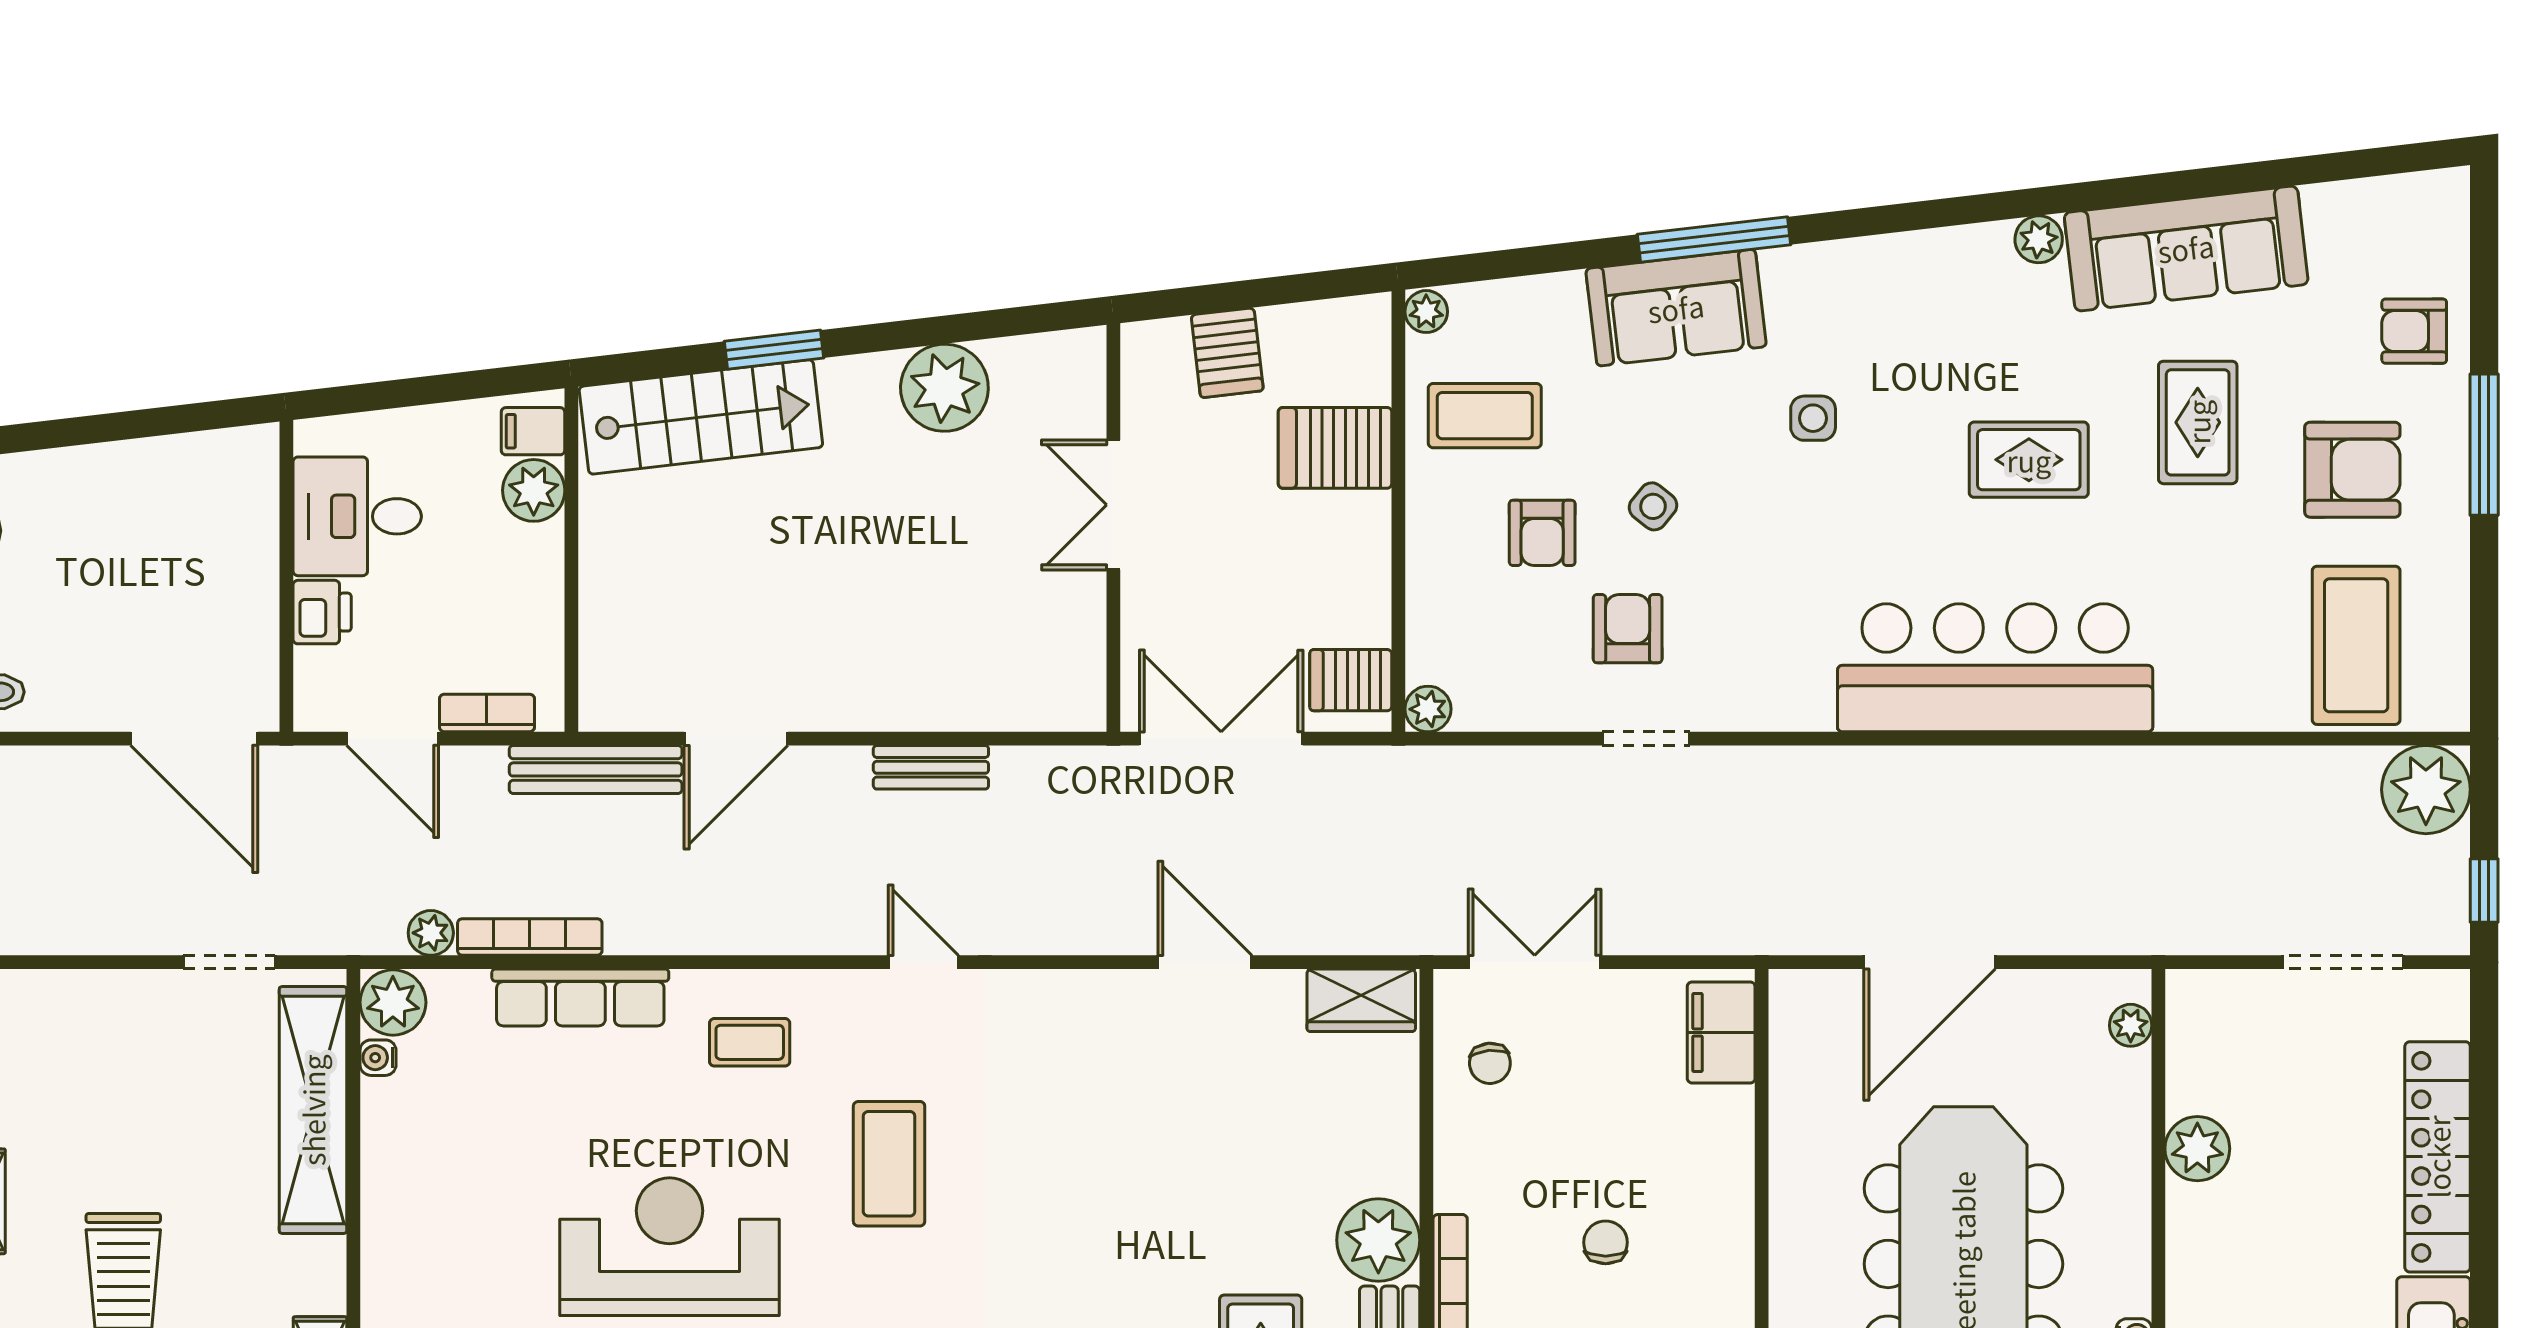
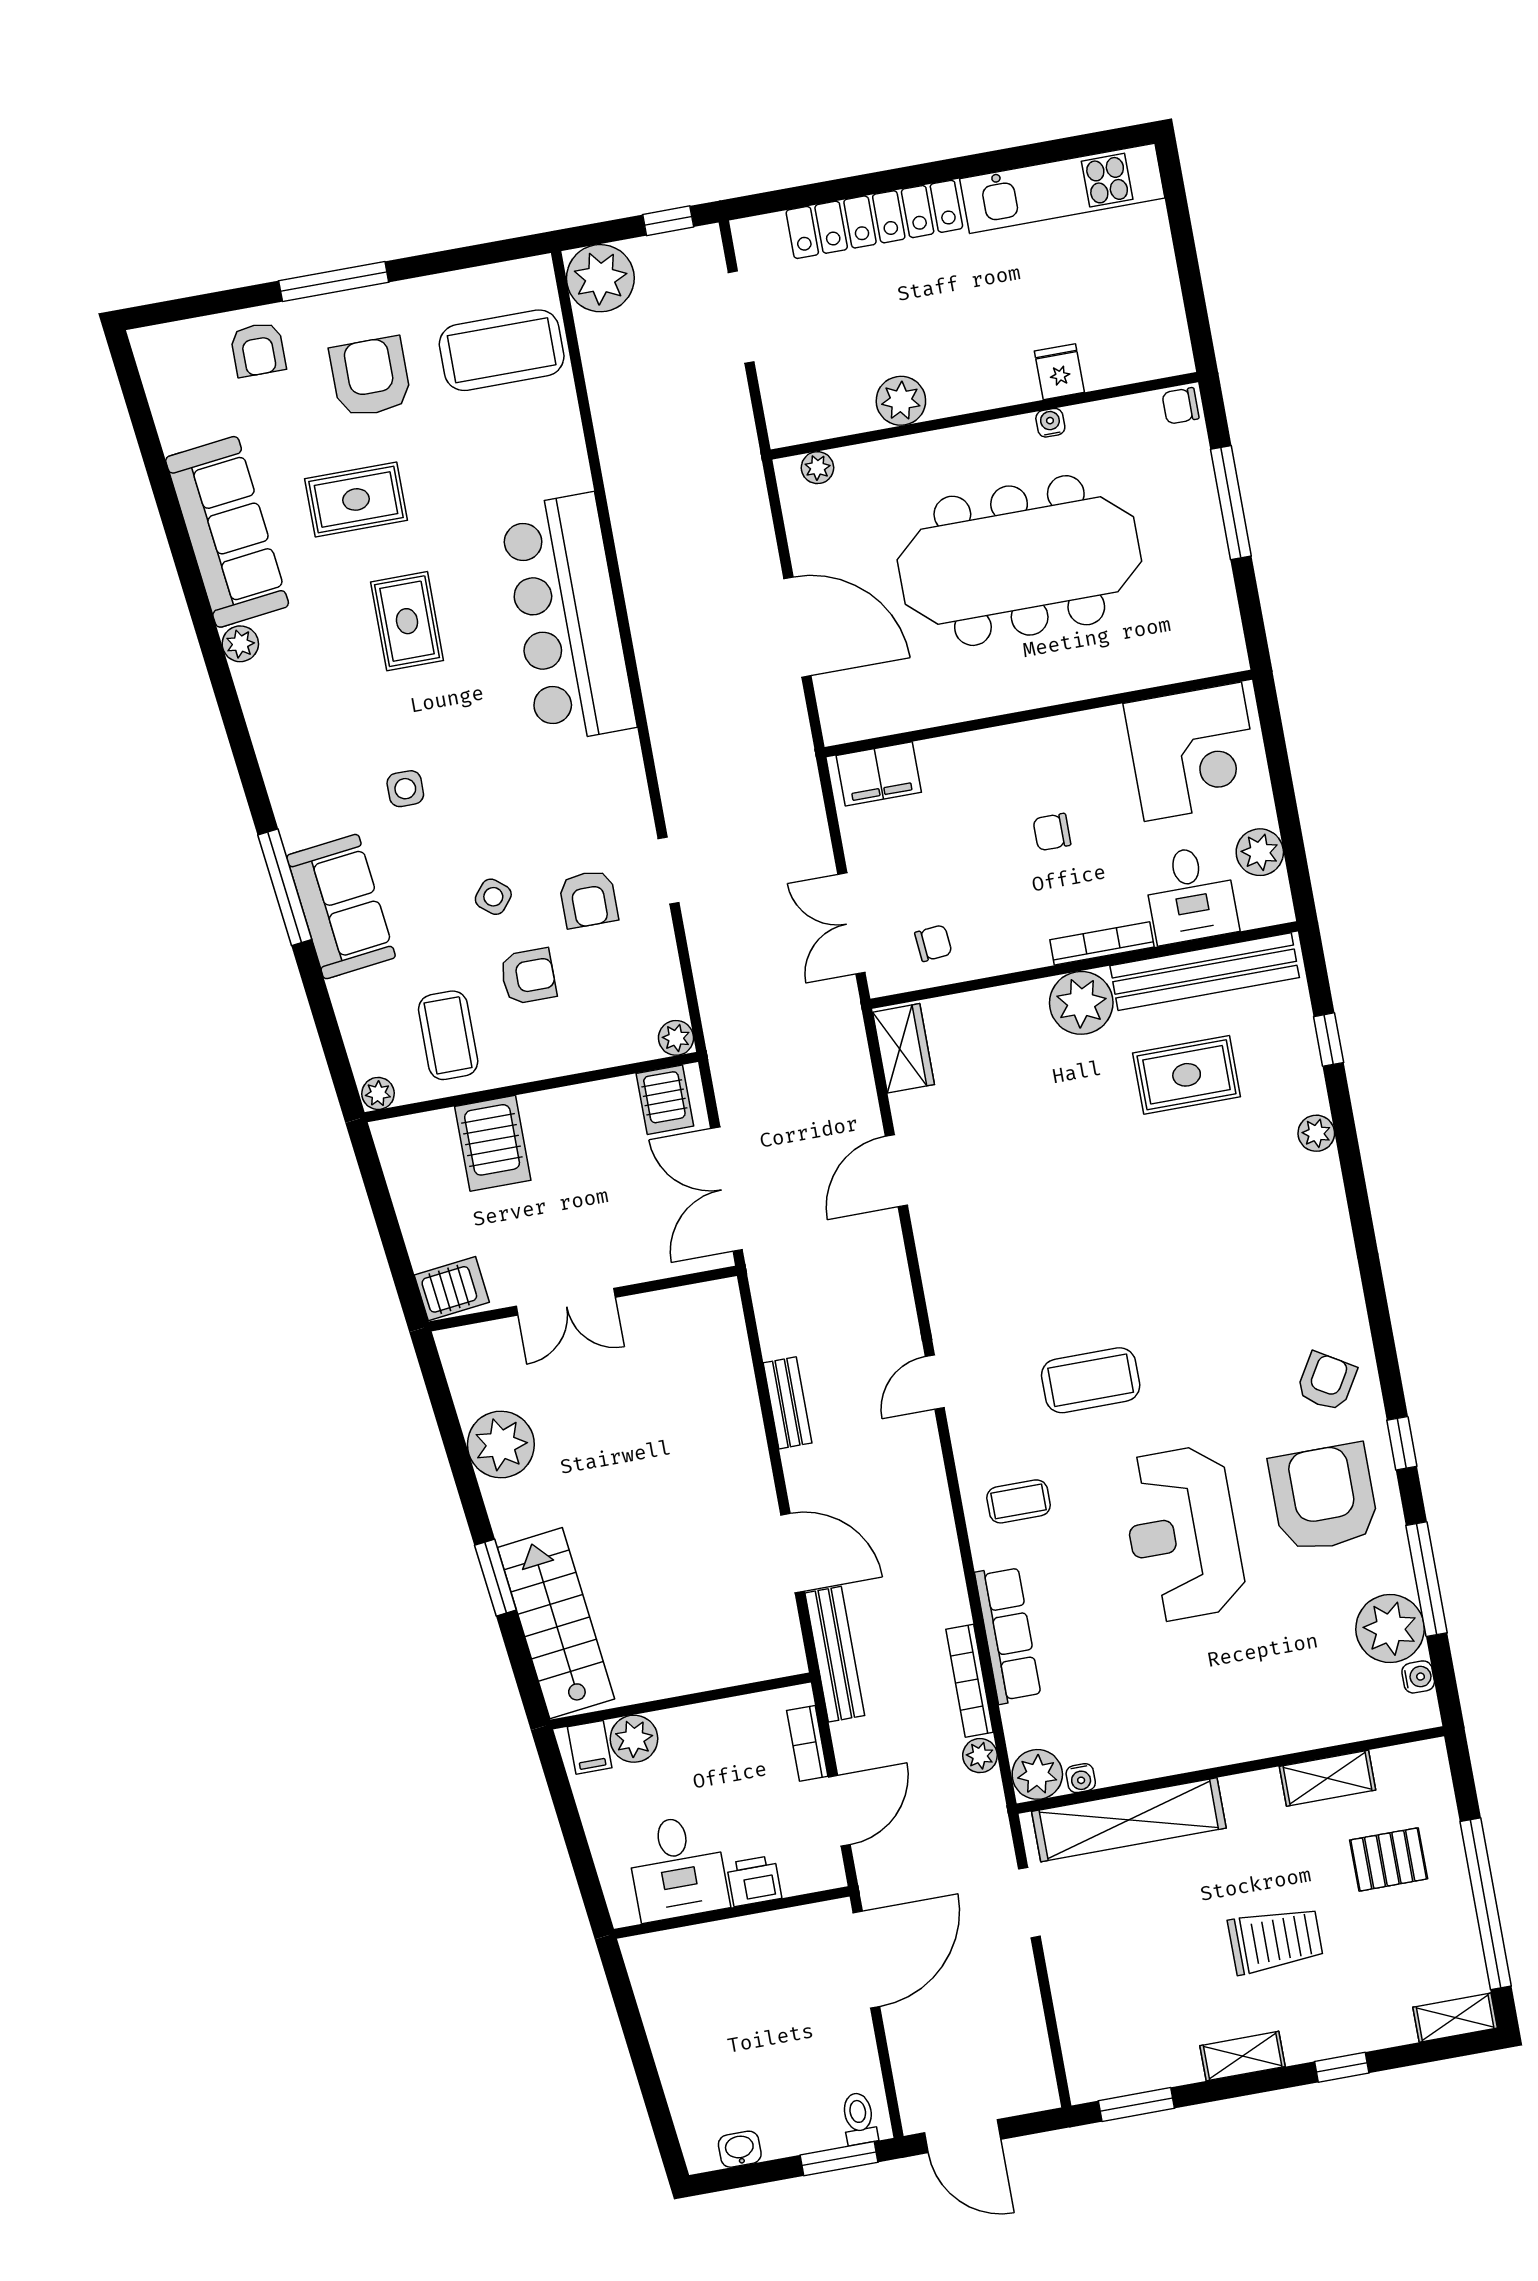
server rack: (1227, 353) -> (452, 1289), moved
armchair: (1628, 629) -> (588, 899), turned -90
coffee table: (750, 1042) -> (1019, 1501), turned 90

